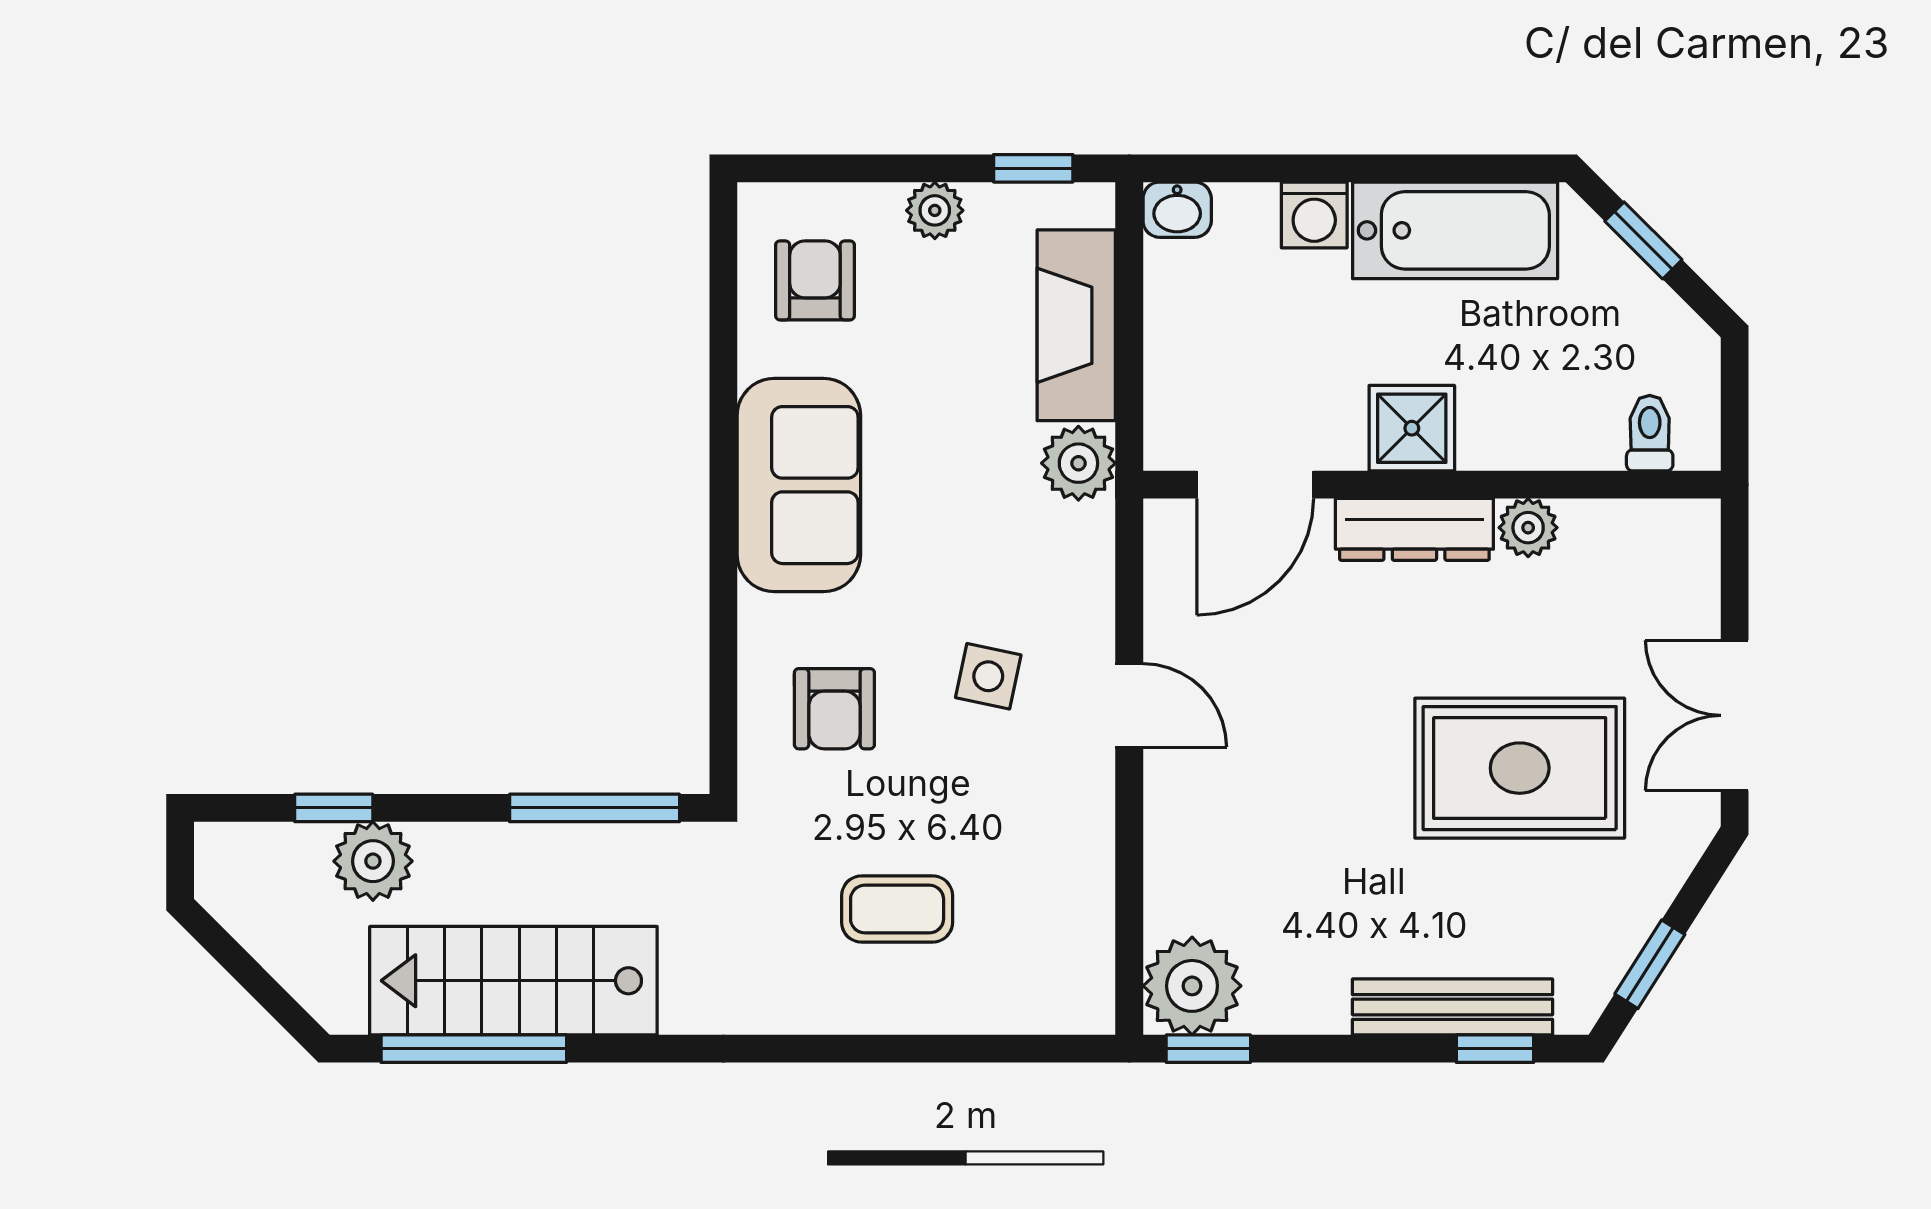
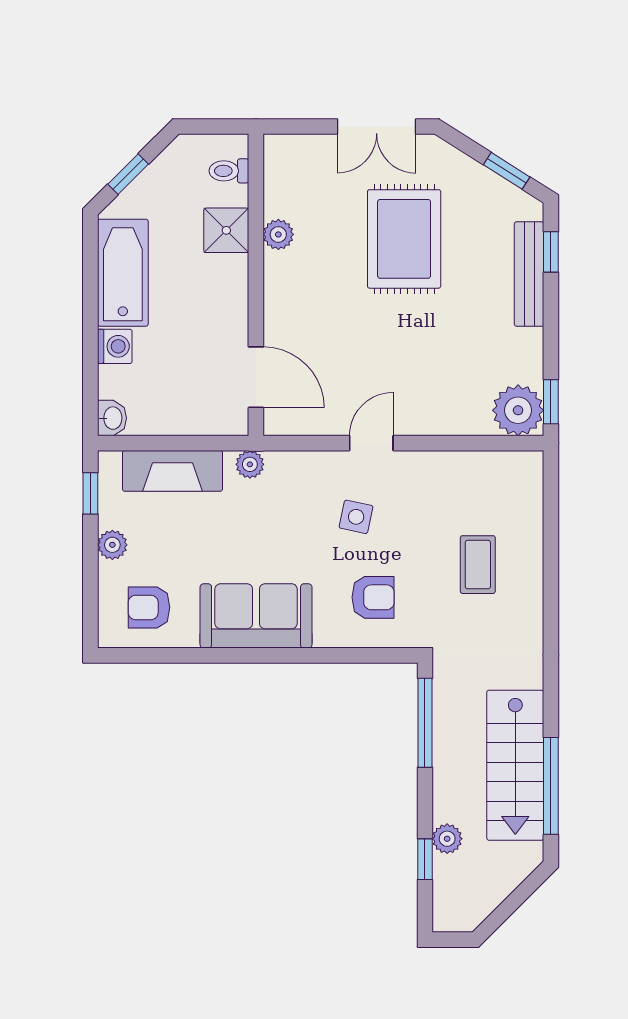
shower: (1412, 428) -> (226, 230), moved
plant: (1078, 463) -> (250, 464), width x0.73, depth x0.73
dresser: (1414, 529) -> (279, 294), removed
plant: (373, 861) -> (447, 839), width x0.73, depth x0.73

